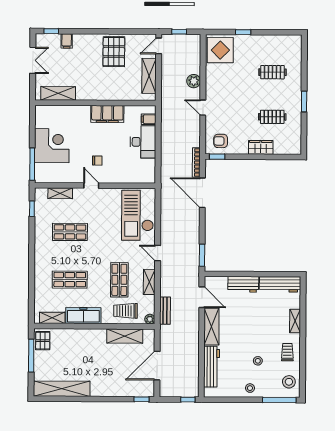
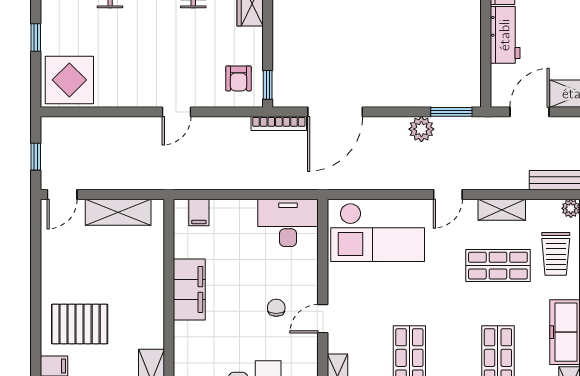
door: (159, 46) -> (62, 195), hinge flipped
pallet: (114, 52) -> (80, 324), moved
plant: (194, 81) -> (421, 129), moved
desk: (143, 142) -> (288, 223), moved

